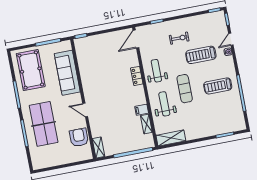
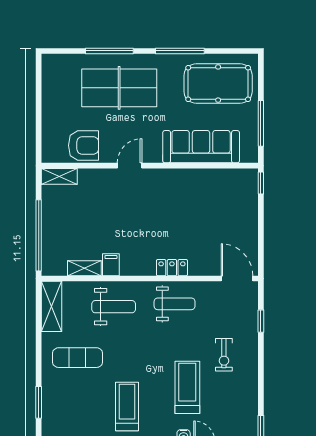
exercise mat: (185, 89) -> (78, 358), moved

